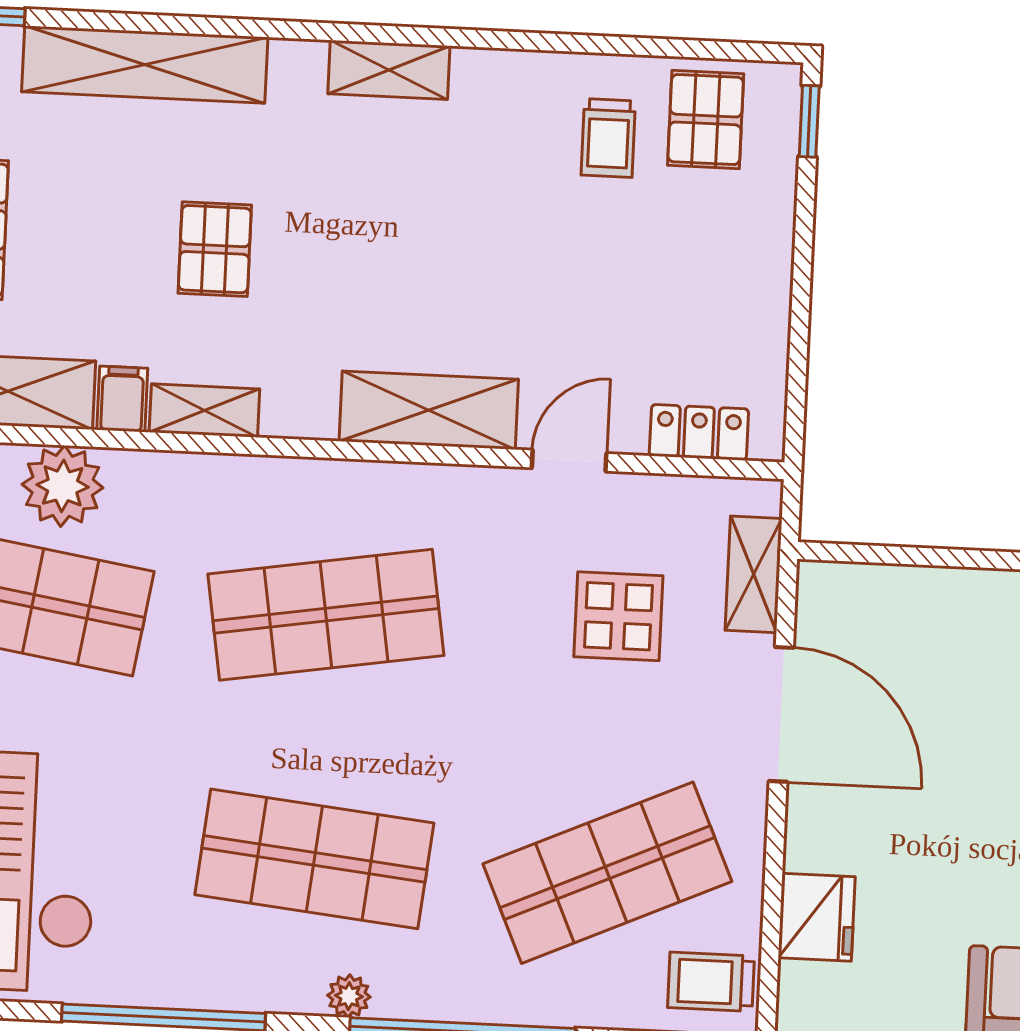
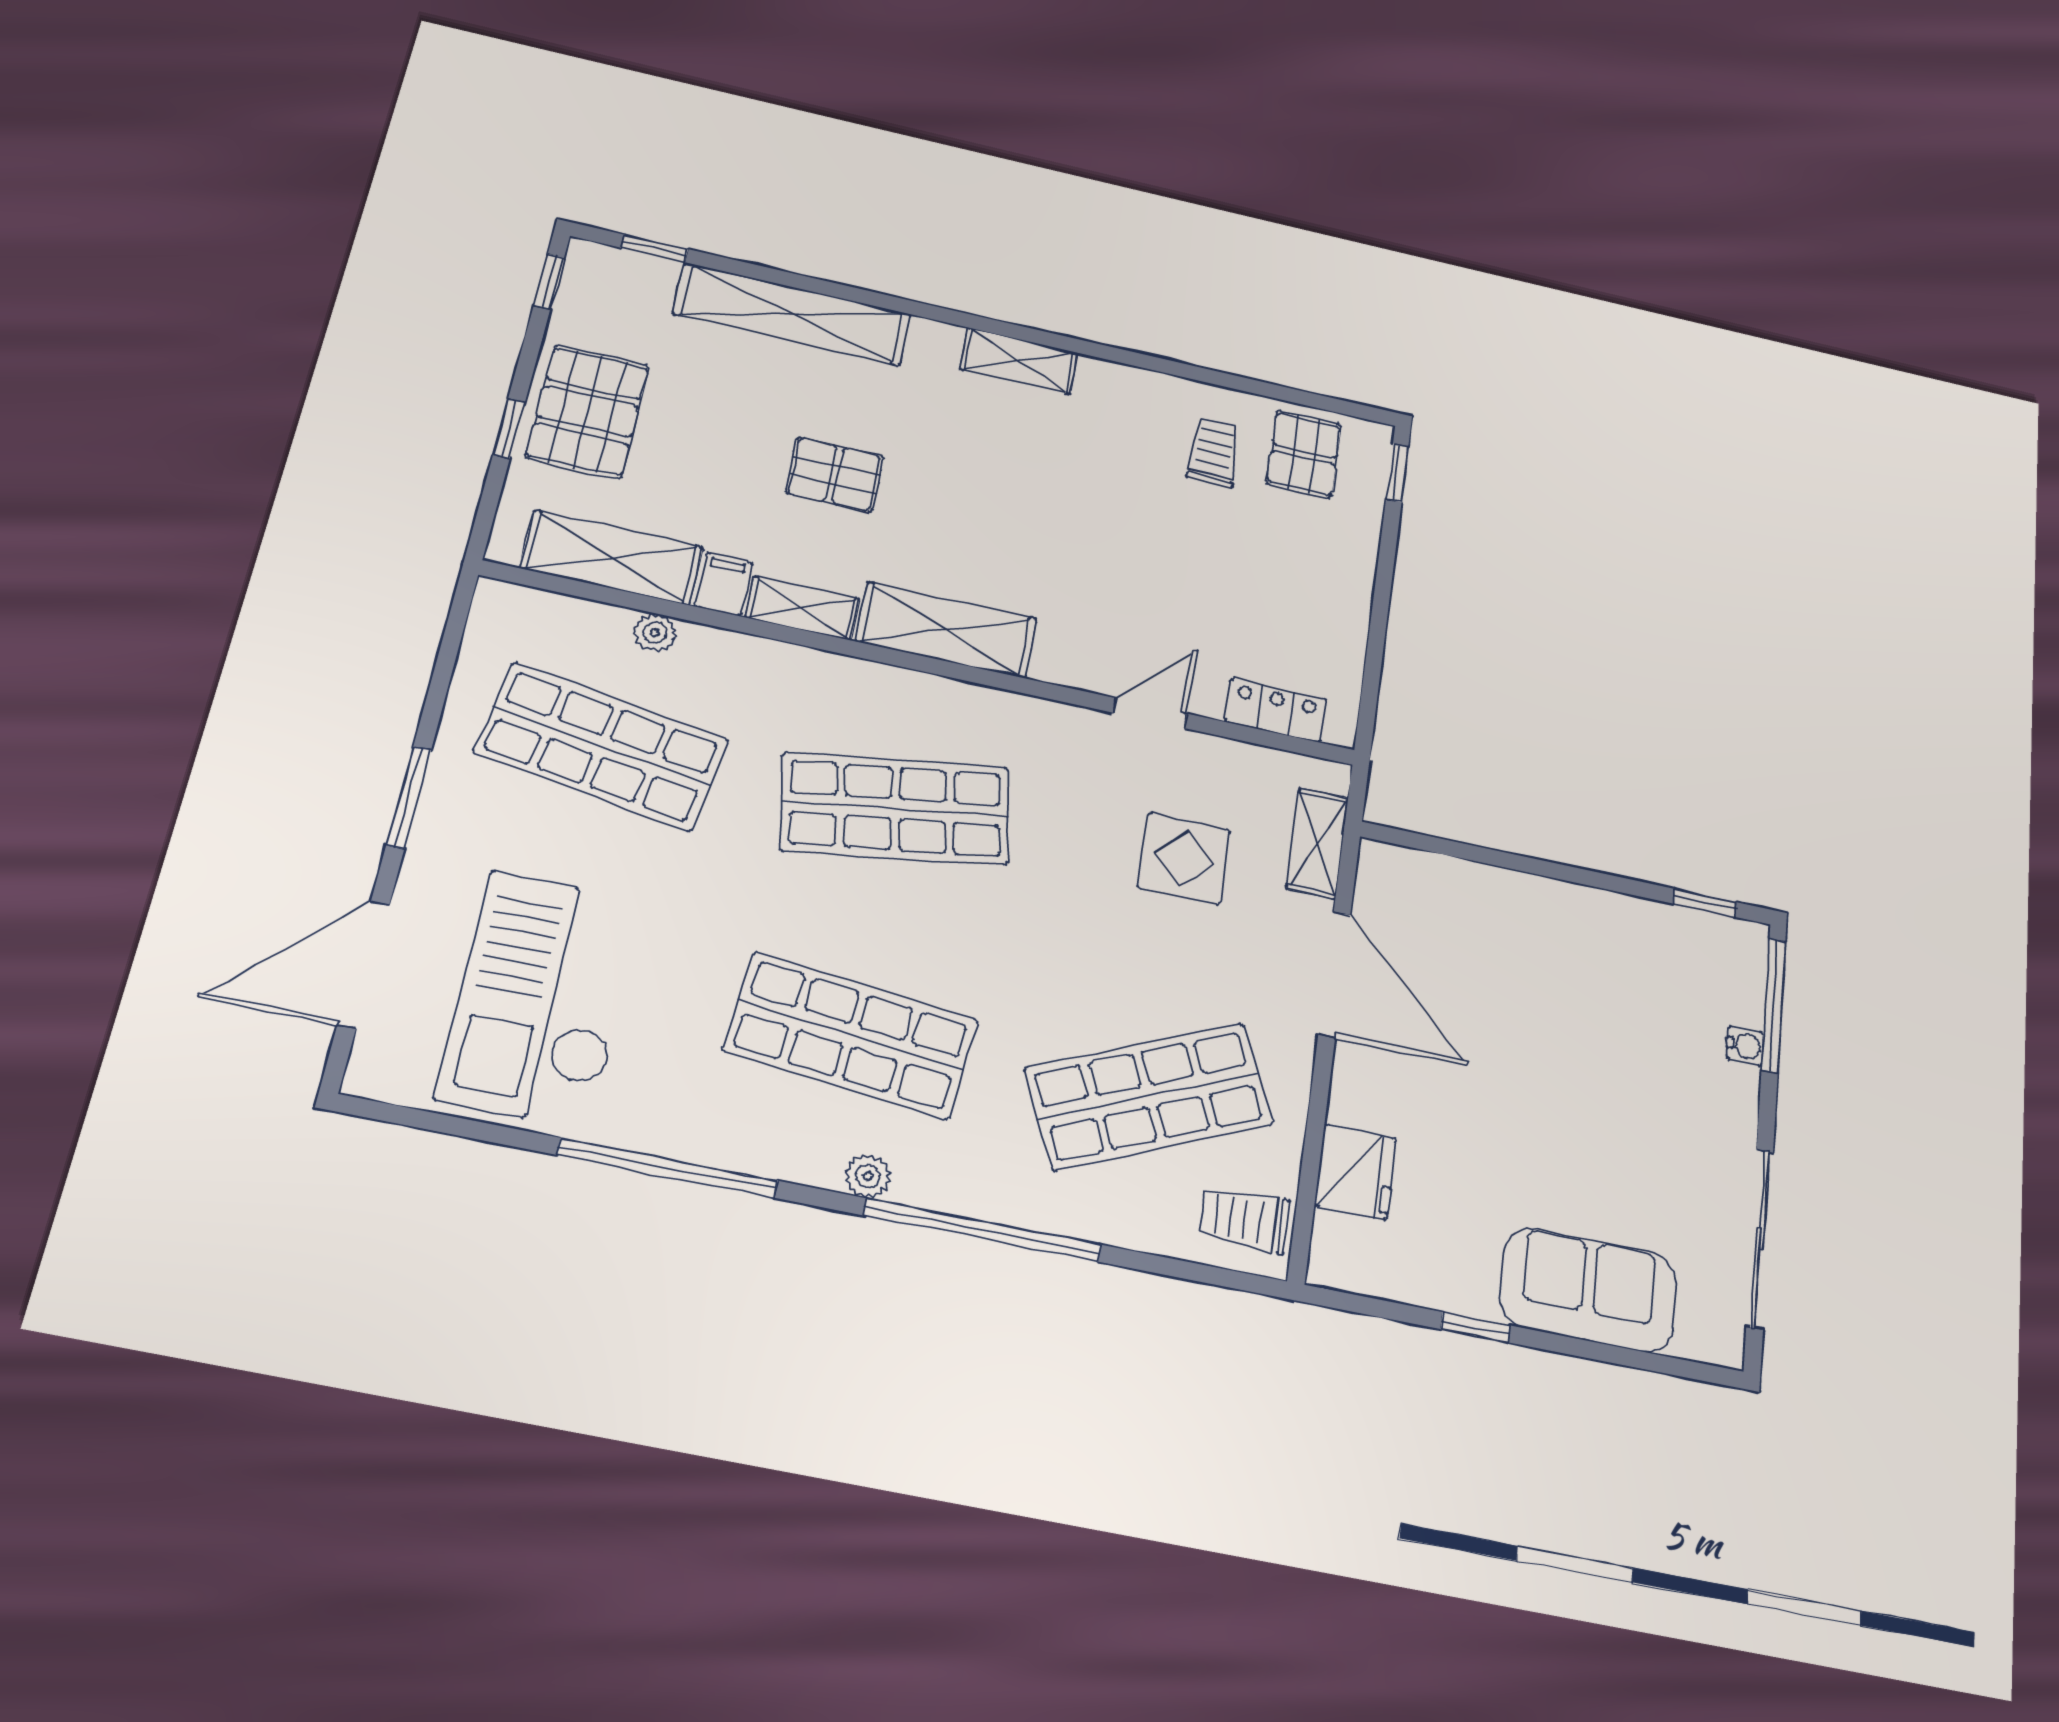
trolley: (608, 138) -> (1214, 452), turned 180
pallet: (215, 249) -> (834, 474), turned 90
shelving: (429, 410) -> (946, 630), moved
plant: (63, 486) -> (655, 633), width x0.53, depth x0.53

